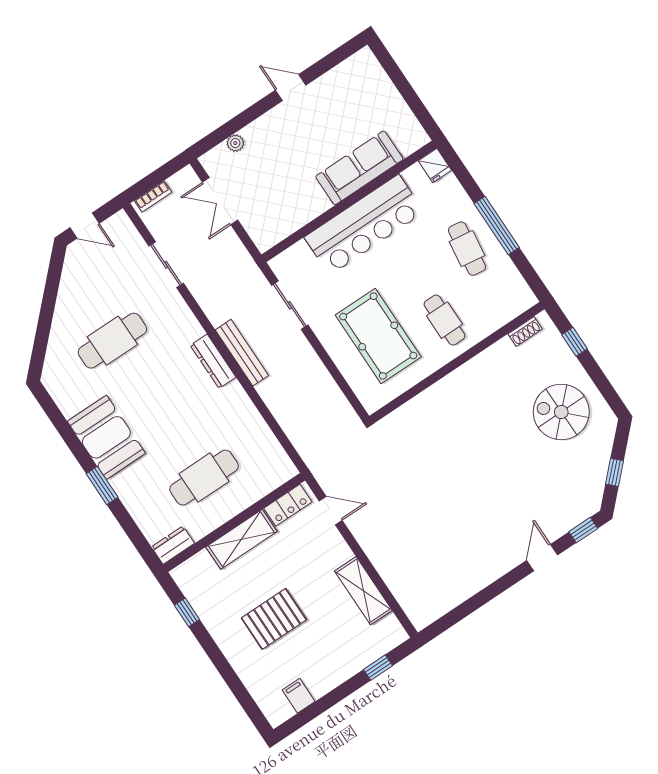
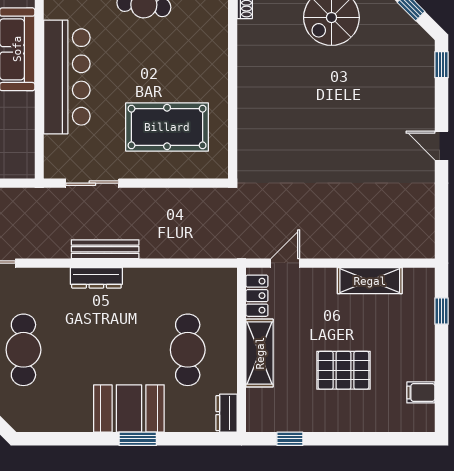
cafe table: (444, 320) -> (191, 63), removed
booth: (106, 437) -> (129, 408), moved
door: (542, 558) -> (442, 146), moved
pallet: (274, 619) -> (343, 370), turned 90

